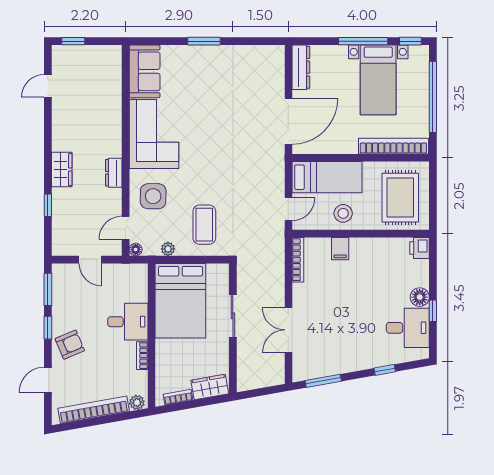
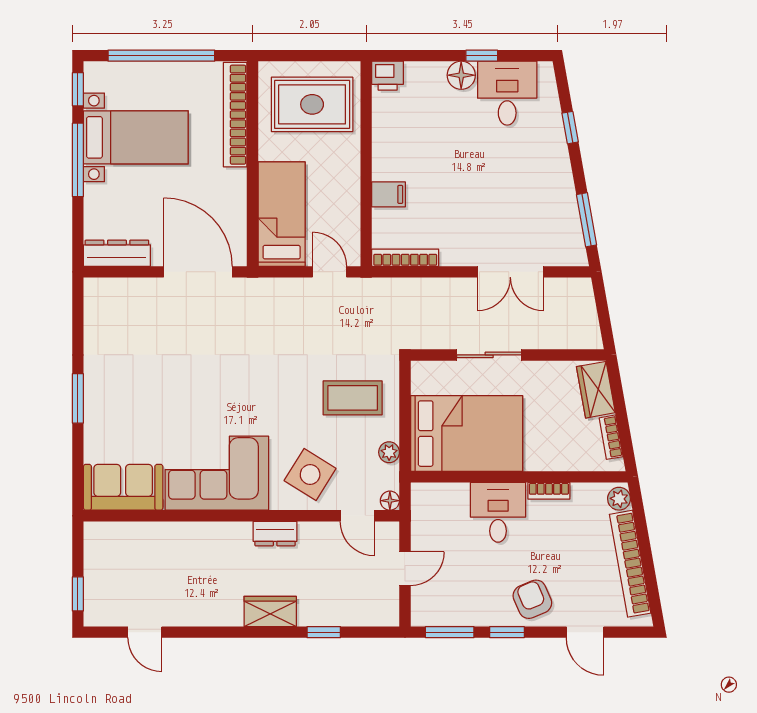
side table: (153, 196) -> (310, 474), turned 31
stool: (343, 213) -> (336, 190), removed

